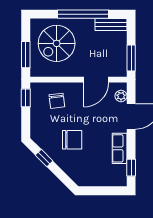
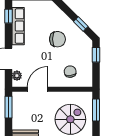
window: (26, 98) -> (96, 55), moved
chair: (72, 140) -> (57, 39), turned 180
row of seats: (120, 148) -> (18, 26), width x1.48

